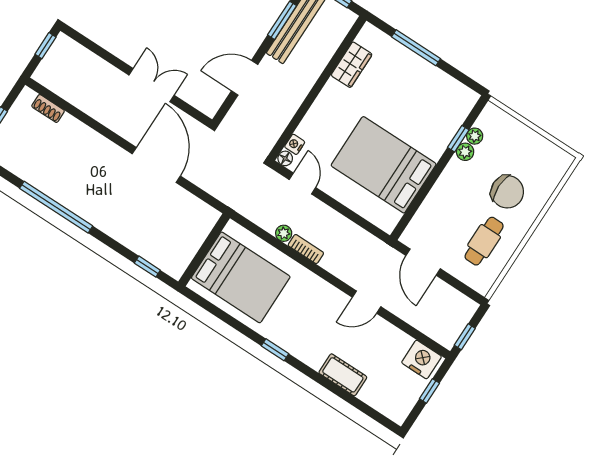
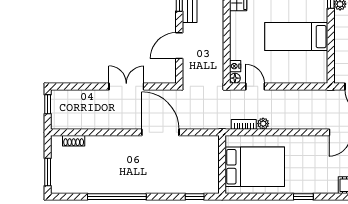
bed: (384, 165) -> (296, 37), width x0.67
bookcase: (306, 249) -> (244, 124), moved

